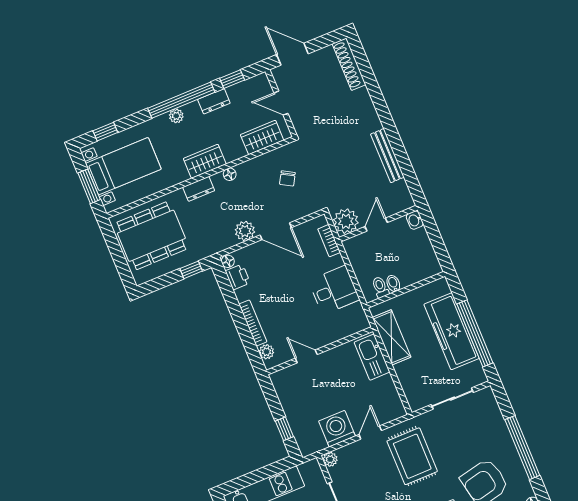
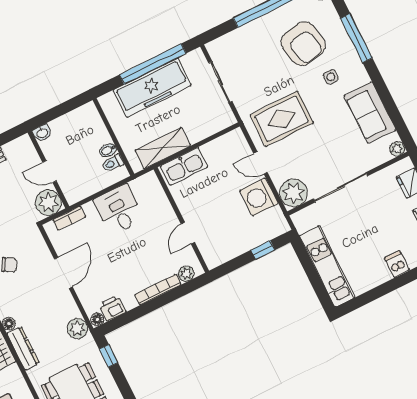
dresser: (199, 189) -> (23, 348), width x1.44
plant: (245, 231) -> (77, 328), moved
plant: (330, 459) -> (293, 193), width x1.87, depth x1.87

